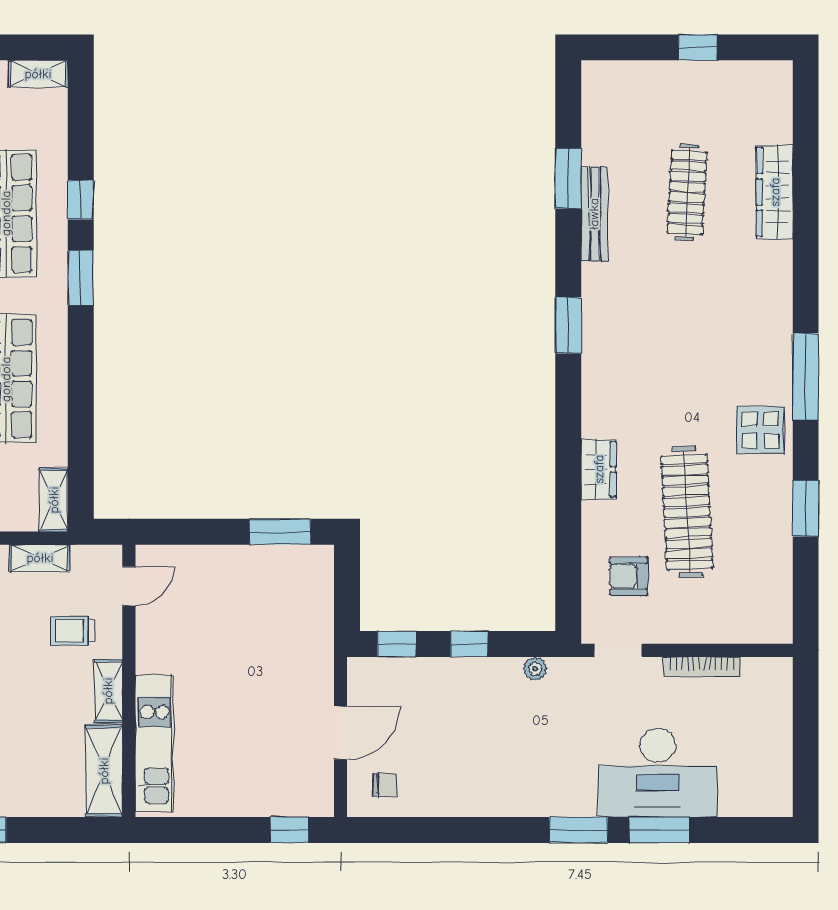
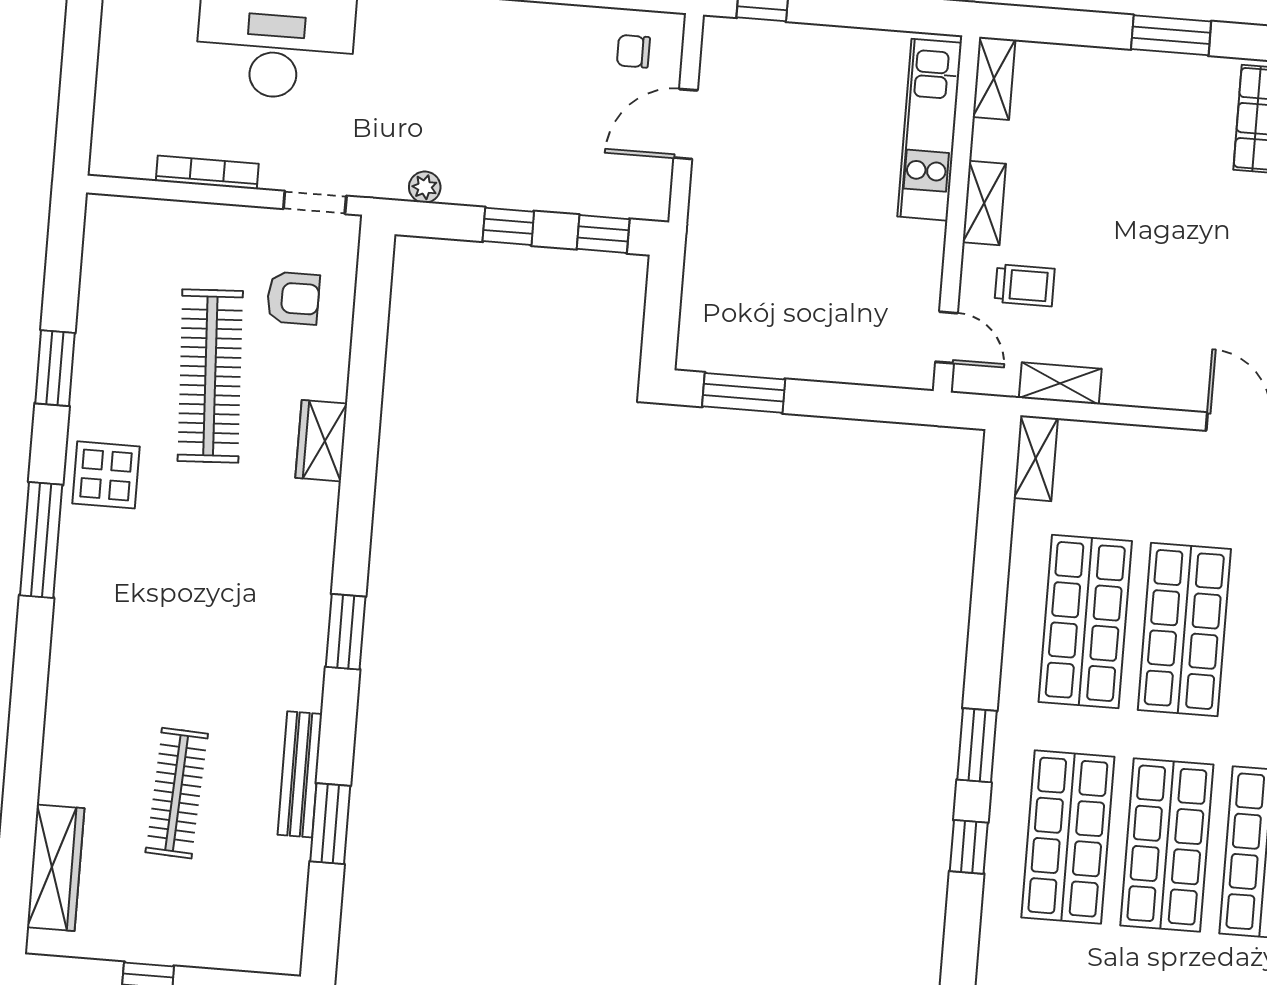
wardrobe: (775, 192) -> (56, 868), moved
door: (129, 586) -> (947, 337), swing flipped
shelving: (104, 771) -> (994, 78), width x0.67, depth x0.75

